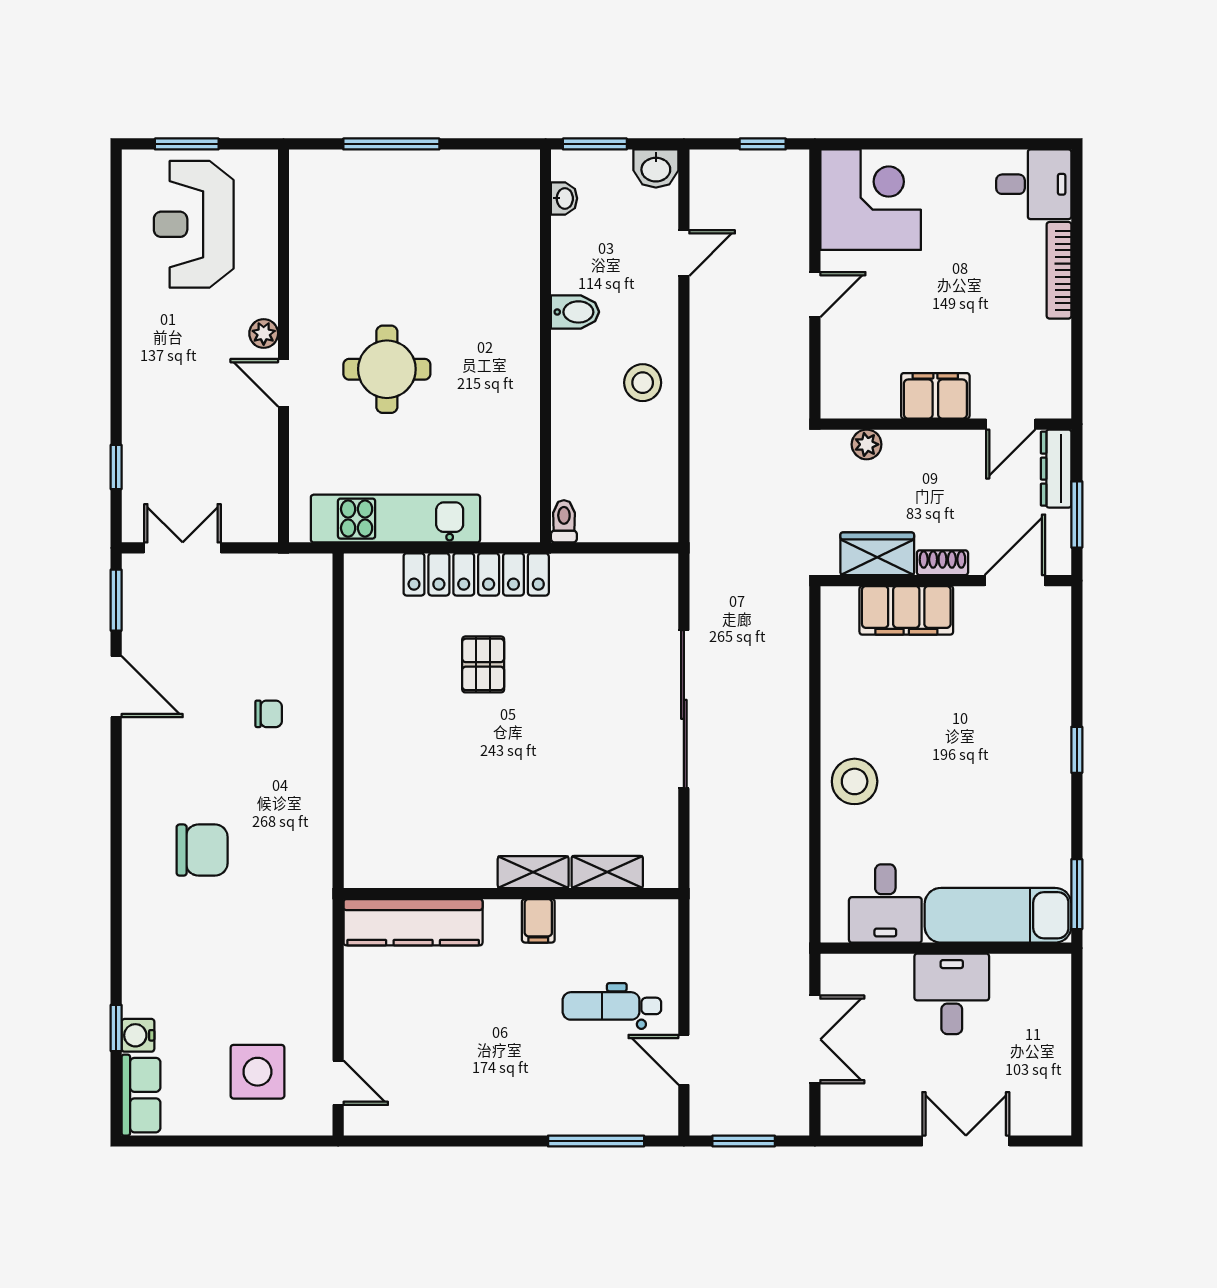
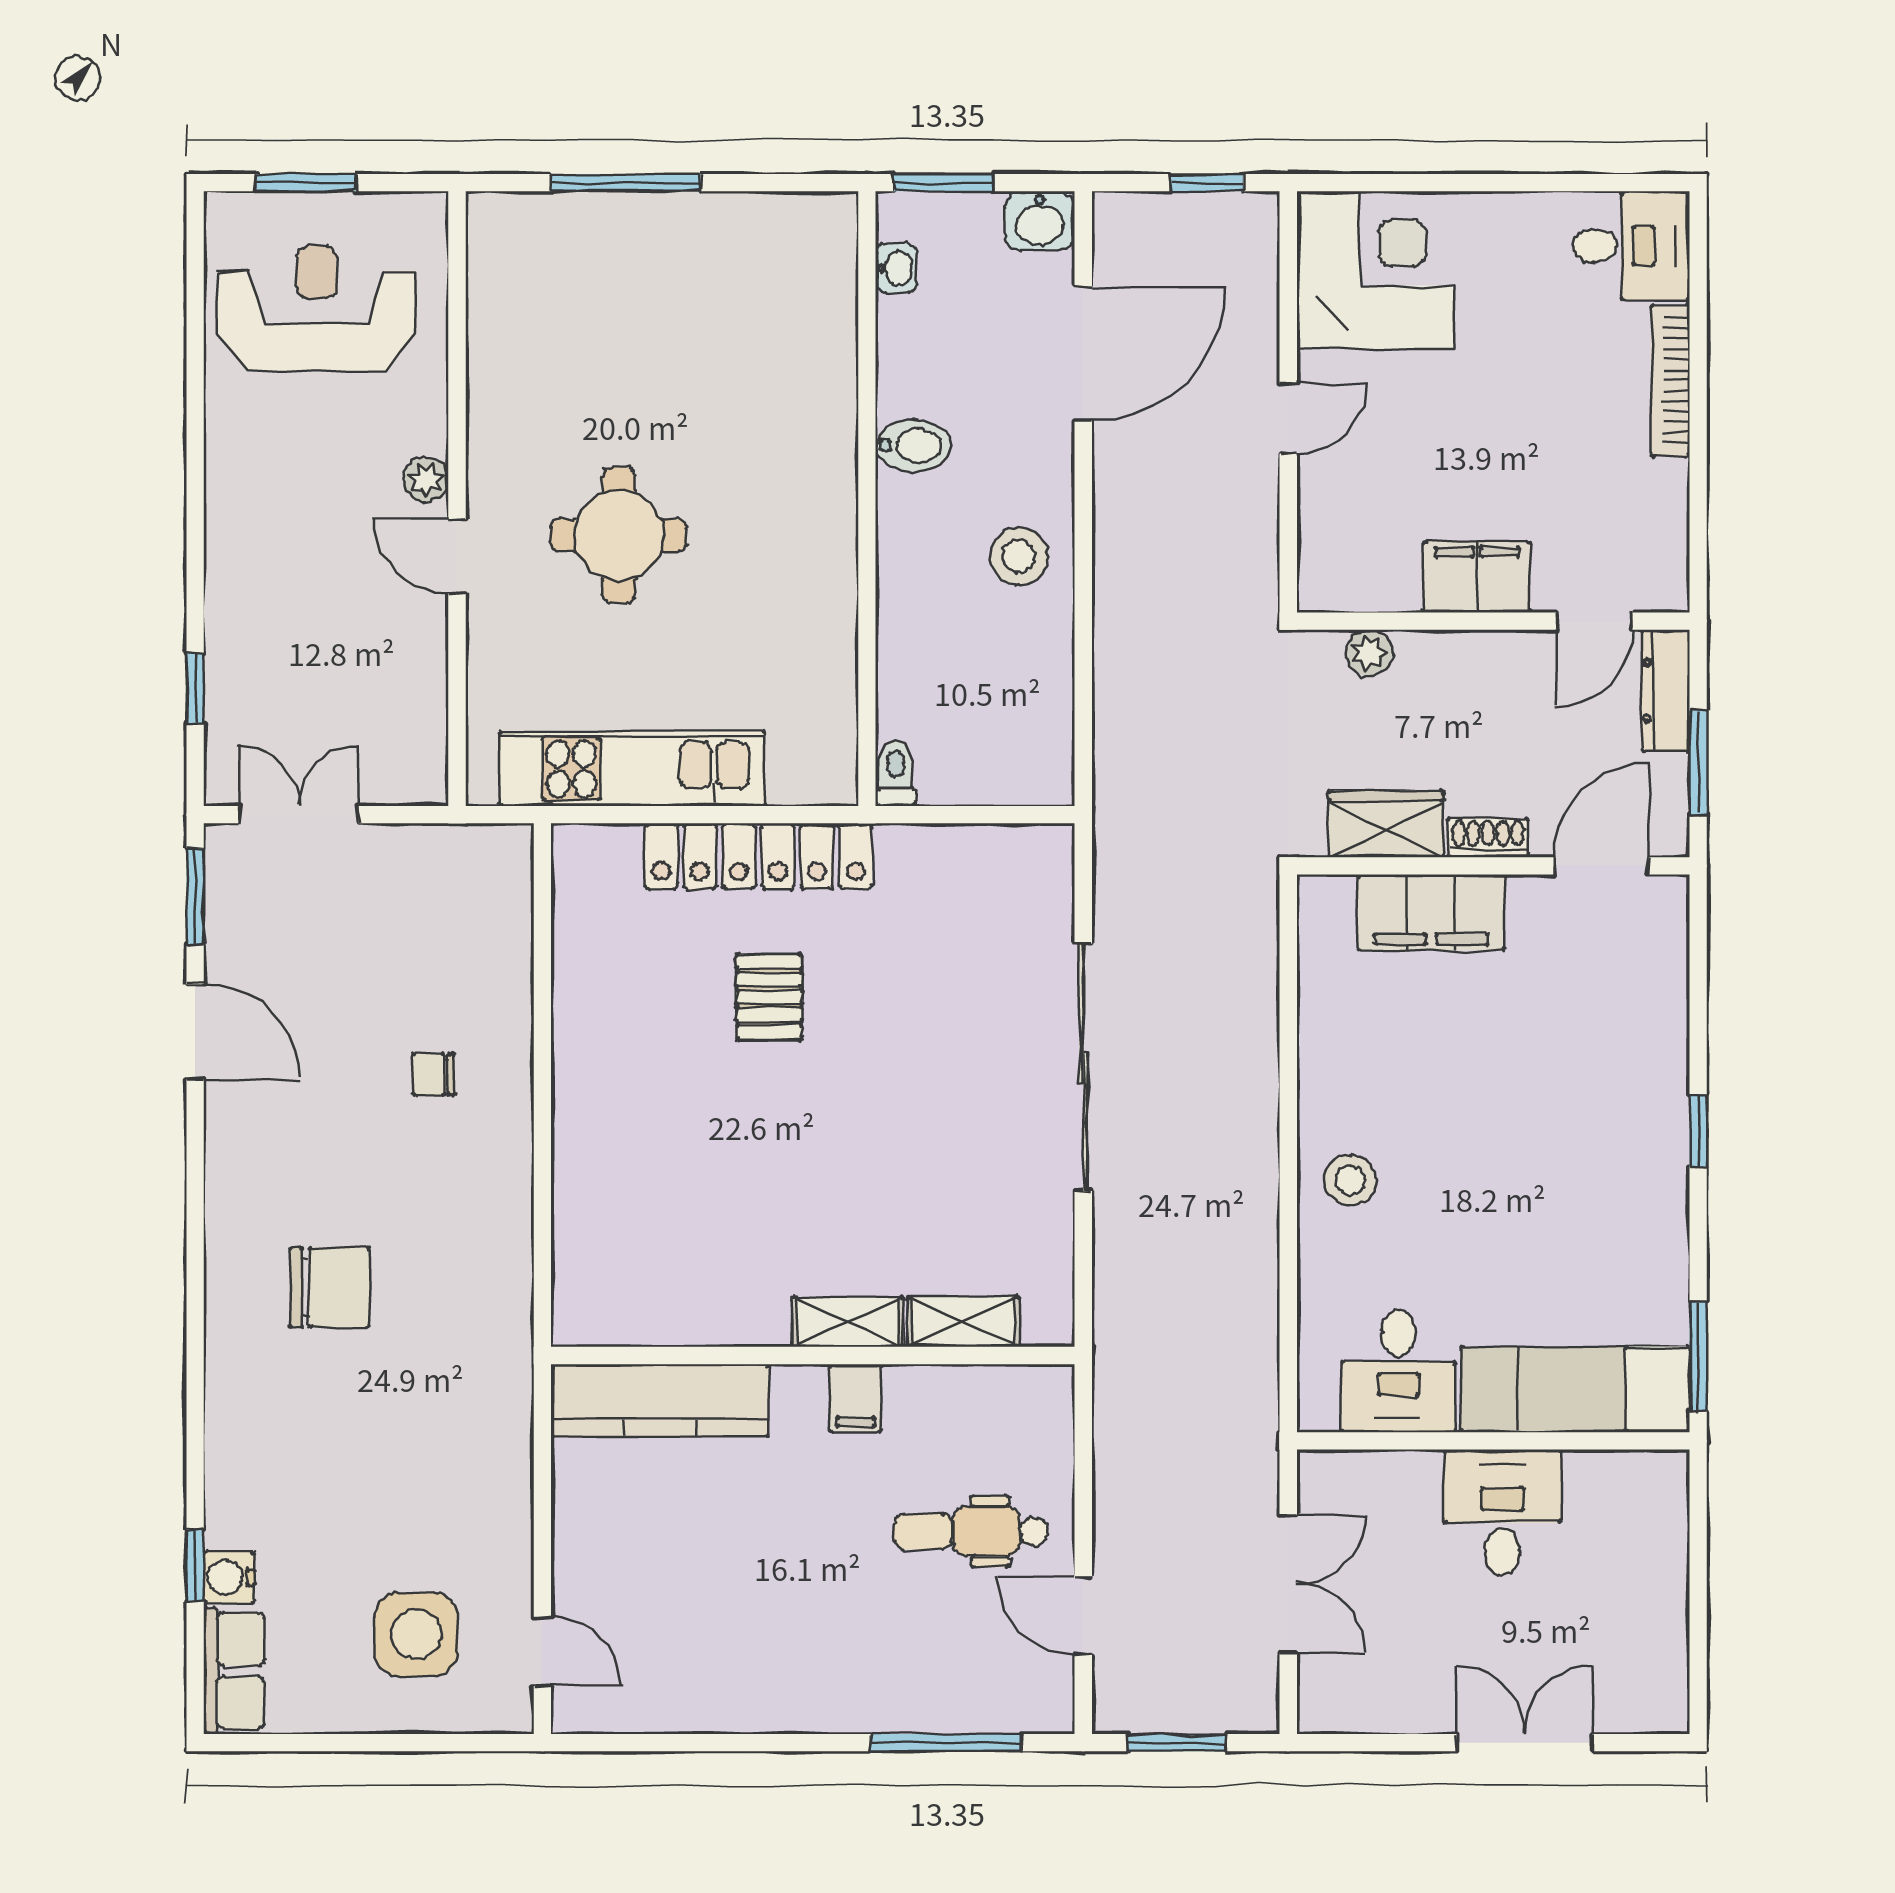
reception desk: (194, 224) -> (316, 308), turned 90
door: (684, 253) -> (1083, 353), width x1.87
chair: (269, 714) -> (434, 1074), turned 180
stool: (855, 781) -> (1350, 1180), width x0.73, depth x0.73

